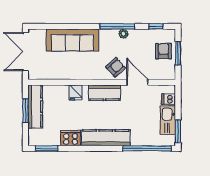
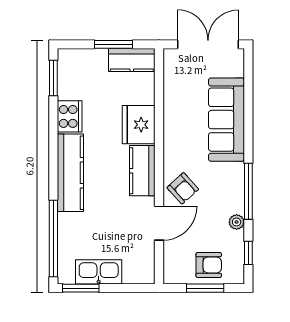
plant: (123, 34) -> (237, 222), moved
fridge: (76, 92) -> (139, 125), width x1.88, depth x1.34
dishwasher: (169, 99) -> (132, 273), removed
kitchen counter: (35, 107) -> (132, 60), width x0.67

